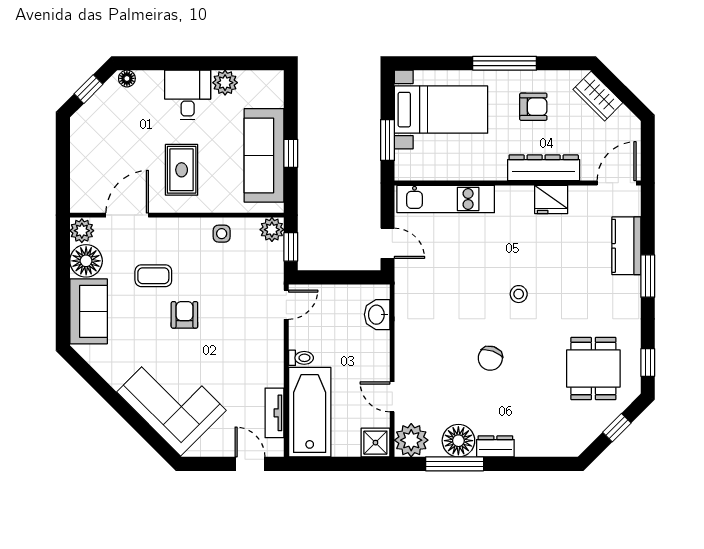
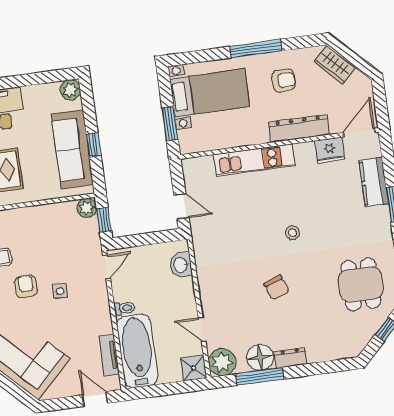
plant: (225, 83) -> (70, 90), moved
kitchen unit: (446, 199) -> (254, 160), moved
fridge: (551, 199) -> (330, 150), moved
side table: (222, 234) -> (60, 291), moved
chair: (490, 358) -> (277, 288), turned -40

